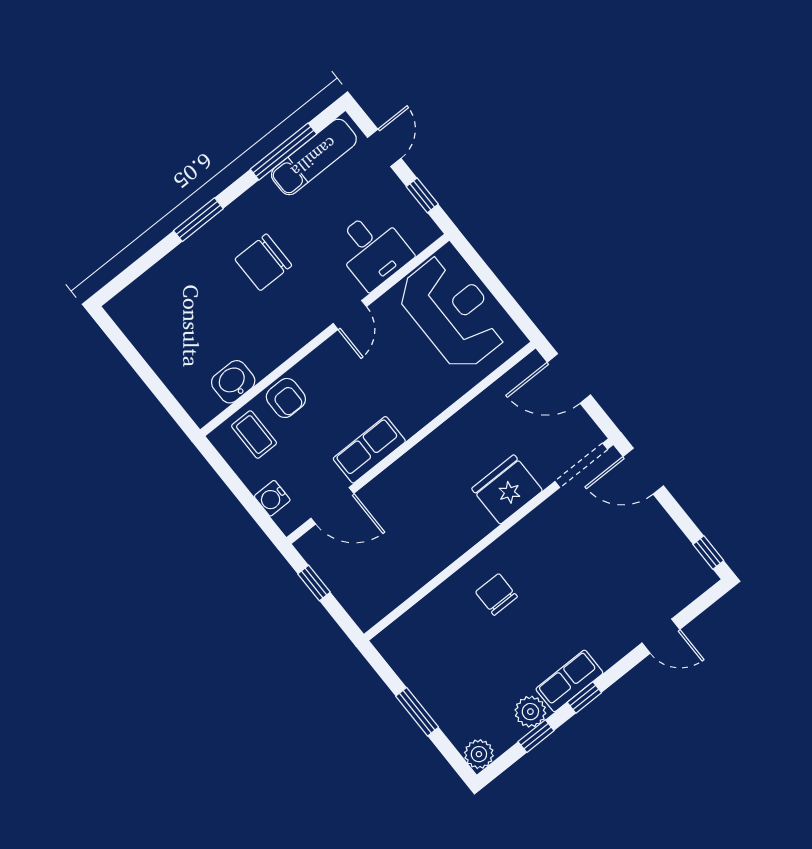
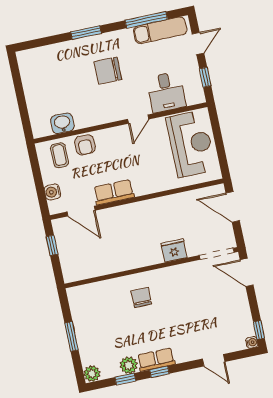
fridge: (507, 489) -> (174, 250), width x0.73, depth x0.75
water cooler: (707, 578) -> (252, 342), added

